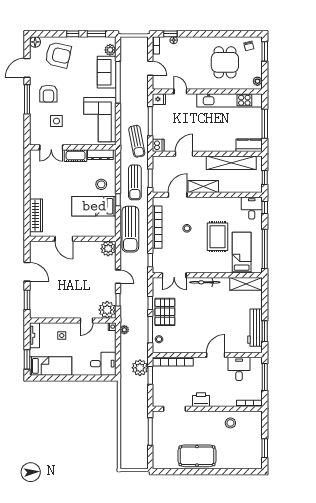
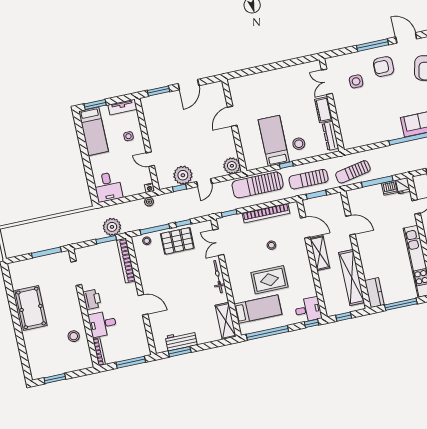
corner sofa: (100, 120) -> (368, 127), removed
dishwasher: (158, 145) -> (389, 188), moved
wardrobe: (36, 215) -> (251, 81), removed
plant: (107, 310) -> (183, 175), moved
workbench: (255, 328) -> (181, 341), width x0.73
desk: (239, 369) -> (103, 324), moved, turned 180

